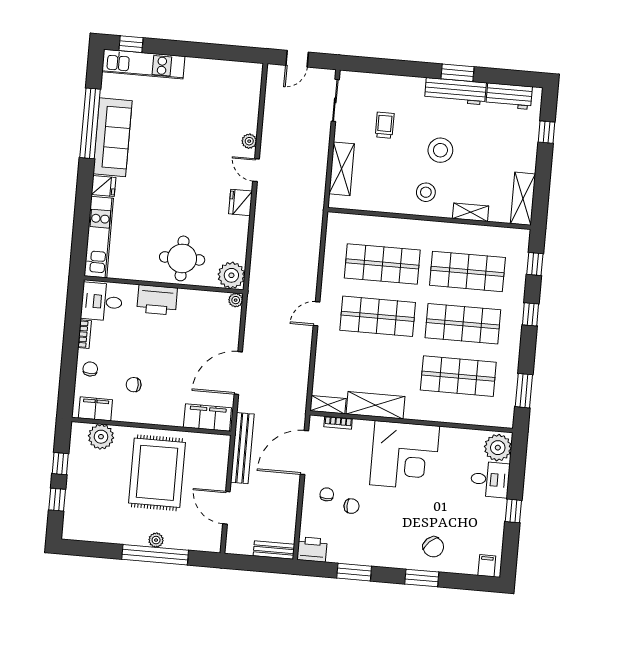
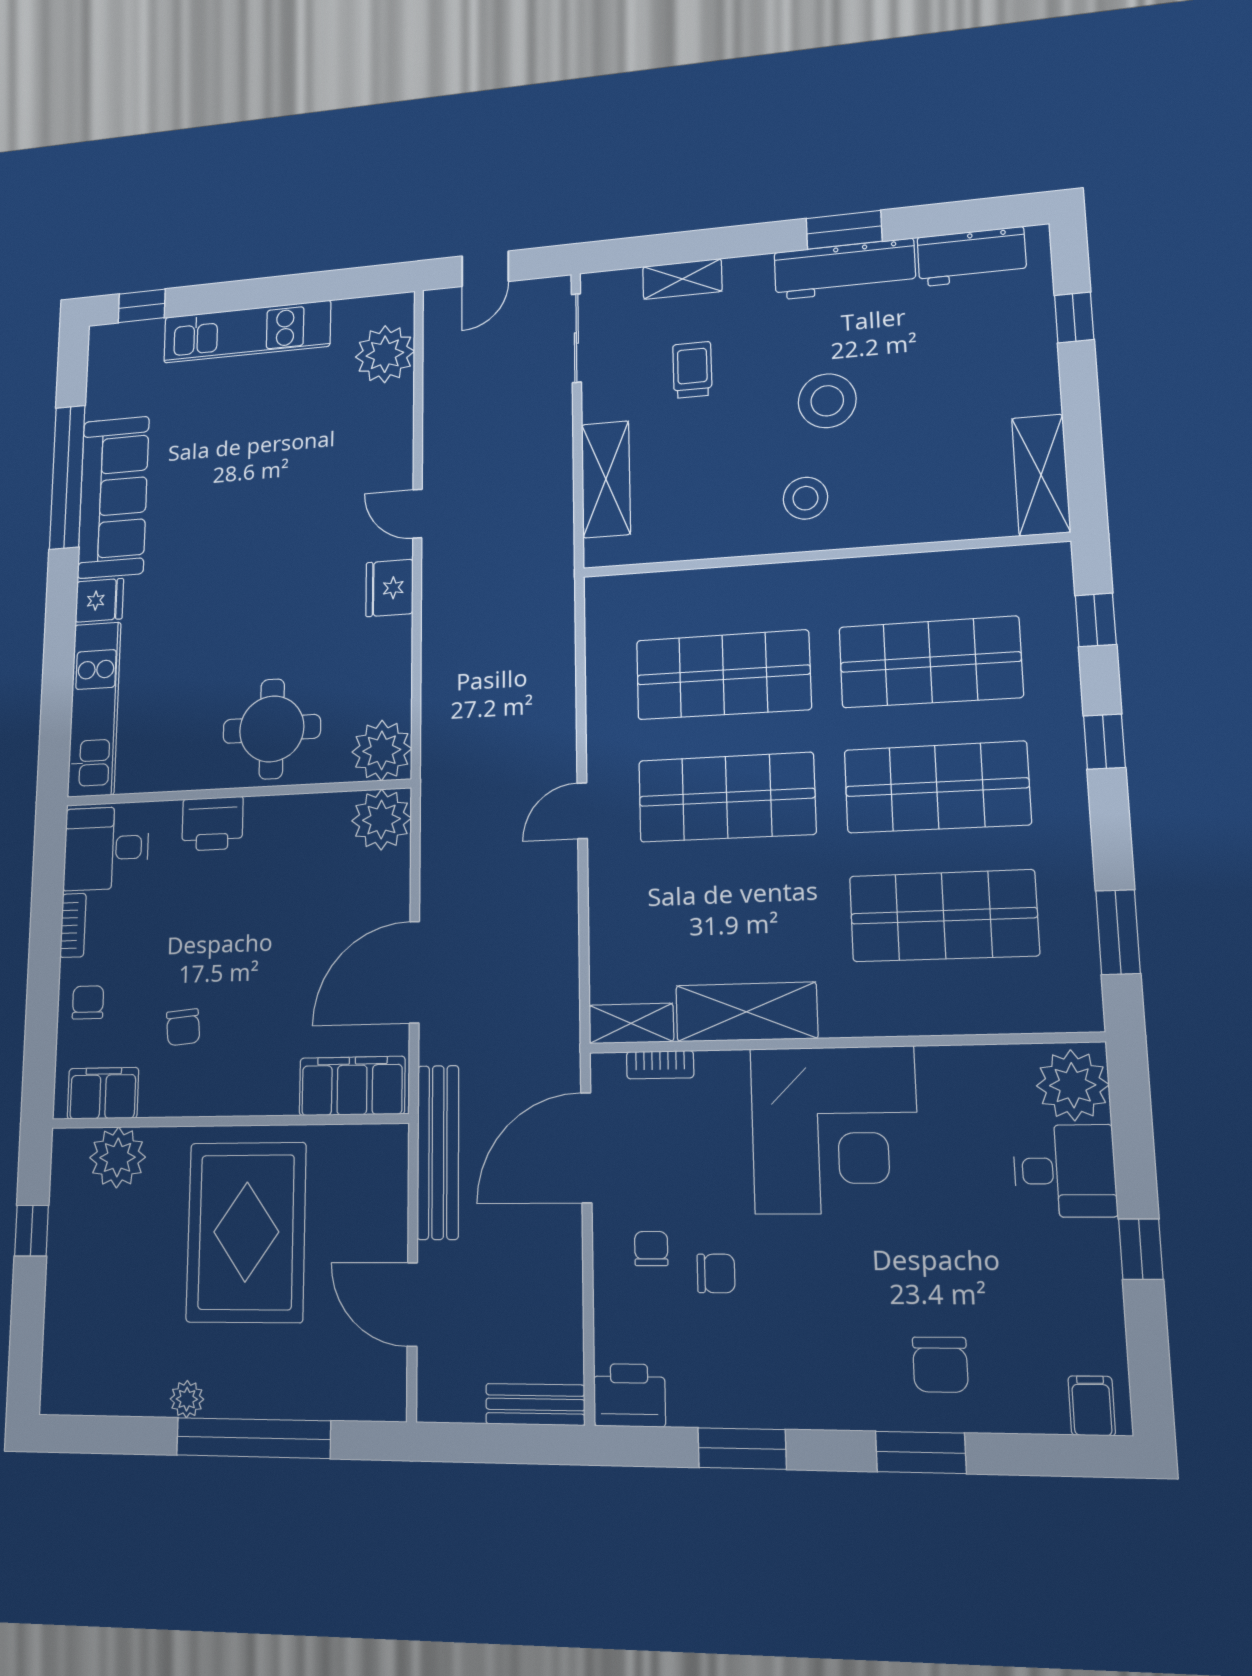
kitchen unit: (143, 64) -> (247, 332), moved
plant: (249, 141) -> (385, 354), moved, width x1.88, depth x1.88
shelving: (471, 212) -> (682, 279), moved
printer: (157, 300) -> (212, 824), width x0.73, depth x0.84
plant: (236, 300) -> (381, 820), width x1.87, depth x1.87
chair: (134, 385) -> (183, 1027), turned -95
window: (57, 500) -> (27, 1318), removed
plant: (156, 540) -> (187, 1399), moved
chair: (433, 547) -> (940, 1365), turned 43

